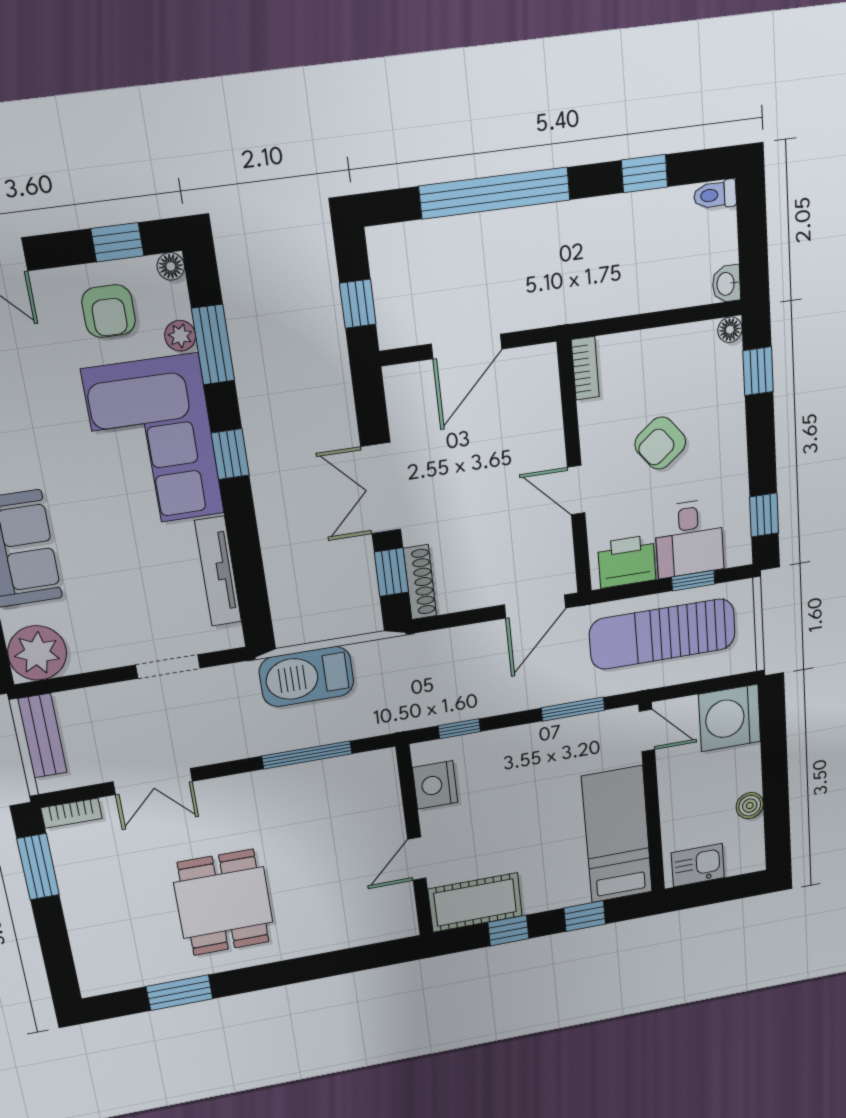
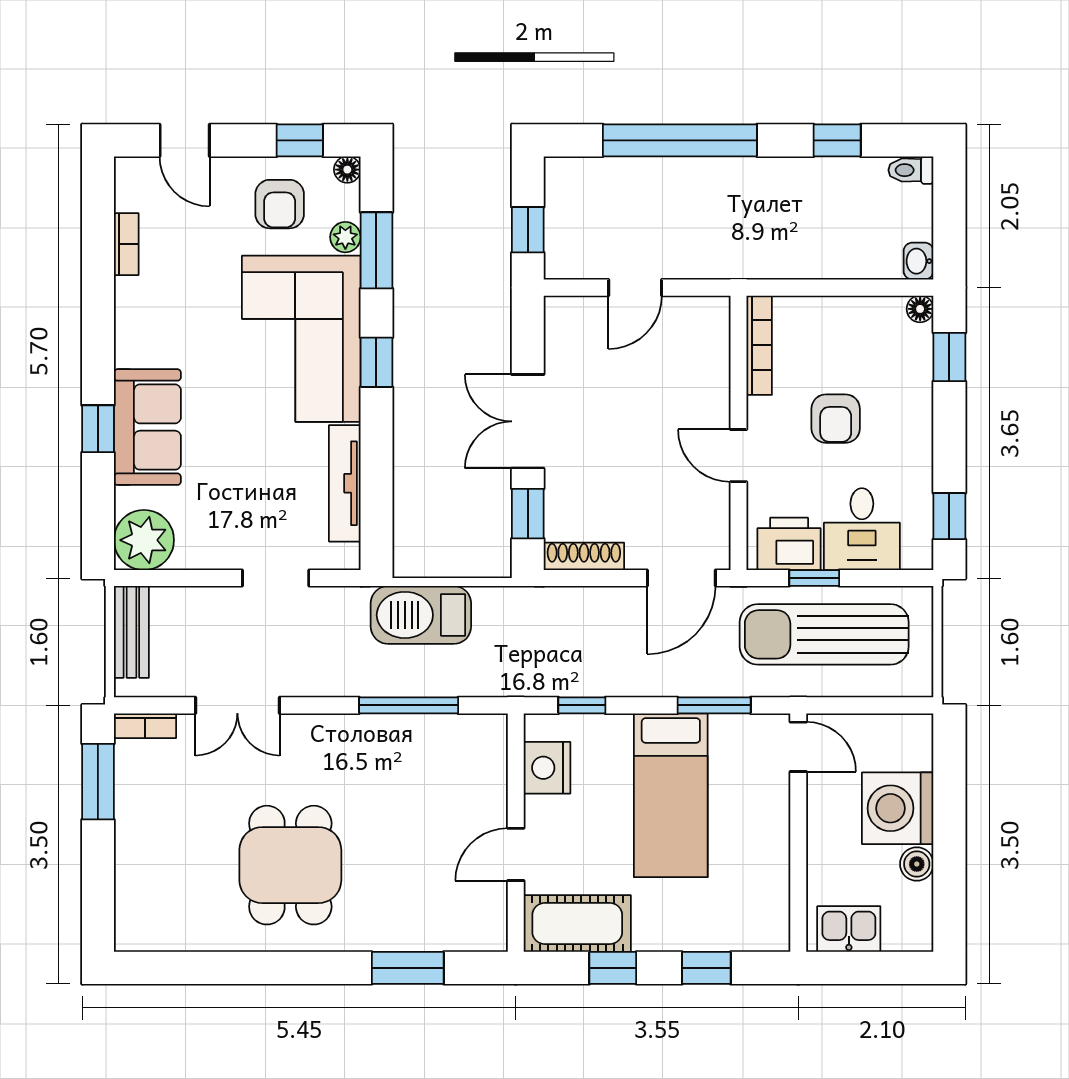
door: (467, 346) -> (635, 288), width x0.73
bookcase: (585, 368) -> (759, 345), width x1.56
armchair: (660, 443) -> (836, 419), turned -52
window: (693, 581) -> (814, 578), moved
shoe rack: (420, 582) -> (584, 556), moved, turned -90
washing machine: (730, 718) -> (898, 808), moved
bed: (617, 835) -> (671, 795), moved, turned 180
window: (179, 993) -> (408, 968), moved

